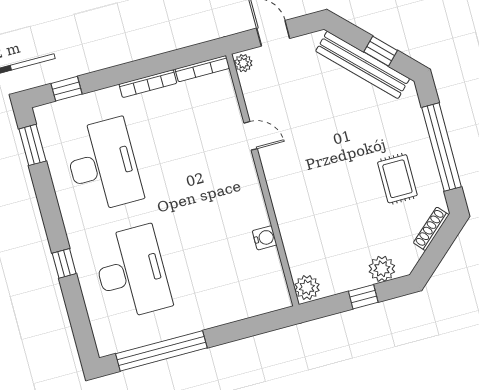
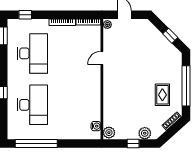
bench: (363, 65) -> (161, 40), removed
door: (251, 136) -> (102, 58), swing flipped
water cooler: (265, 238) -> (96, 126), moved

